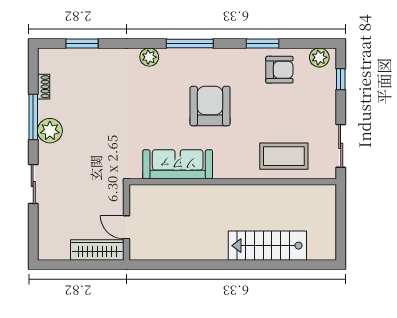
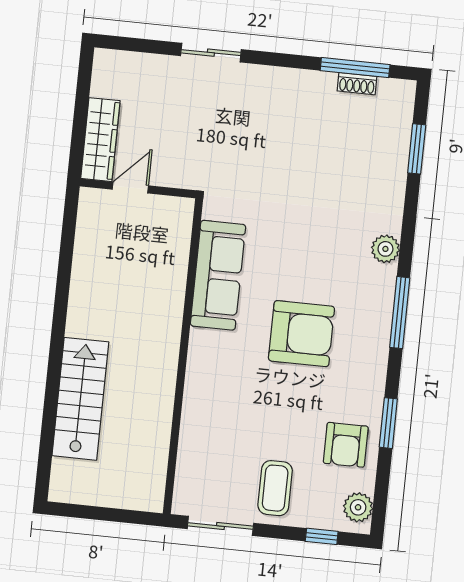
window: (33, 117) -> (355, 68), moved
plant: (50, 131) -> (289, 86), removed
coffee table: (284, 156) -> (275, 488), moved, width x0.73, depth x0.76

